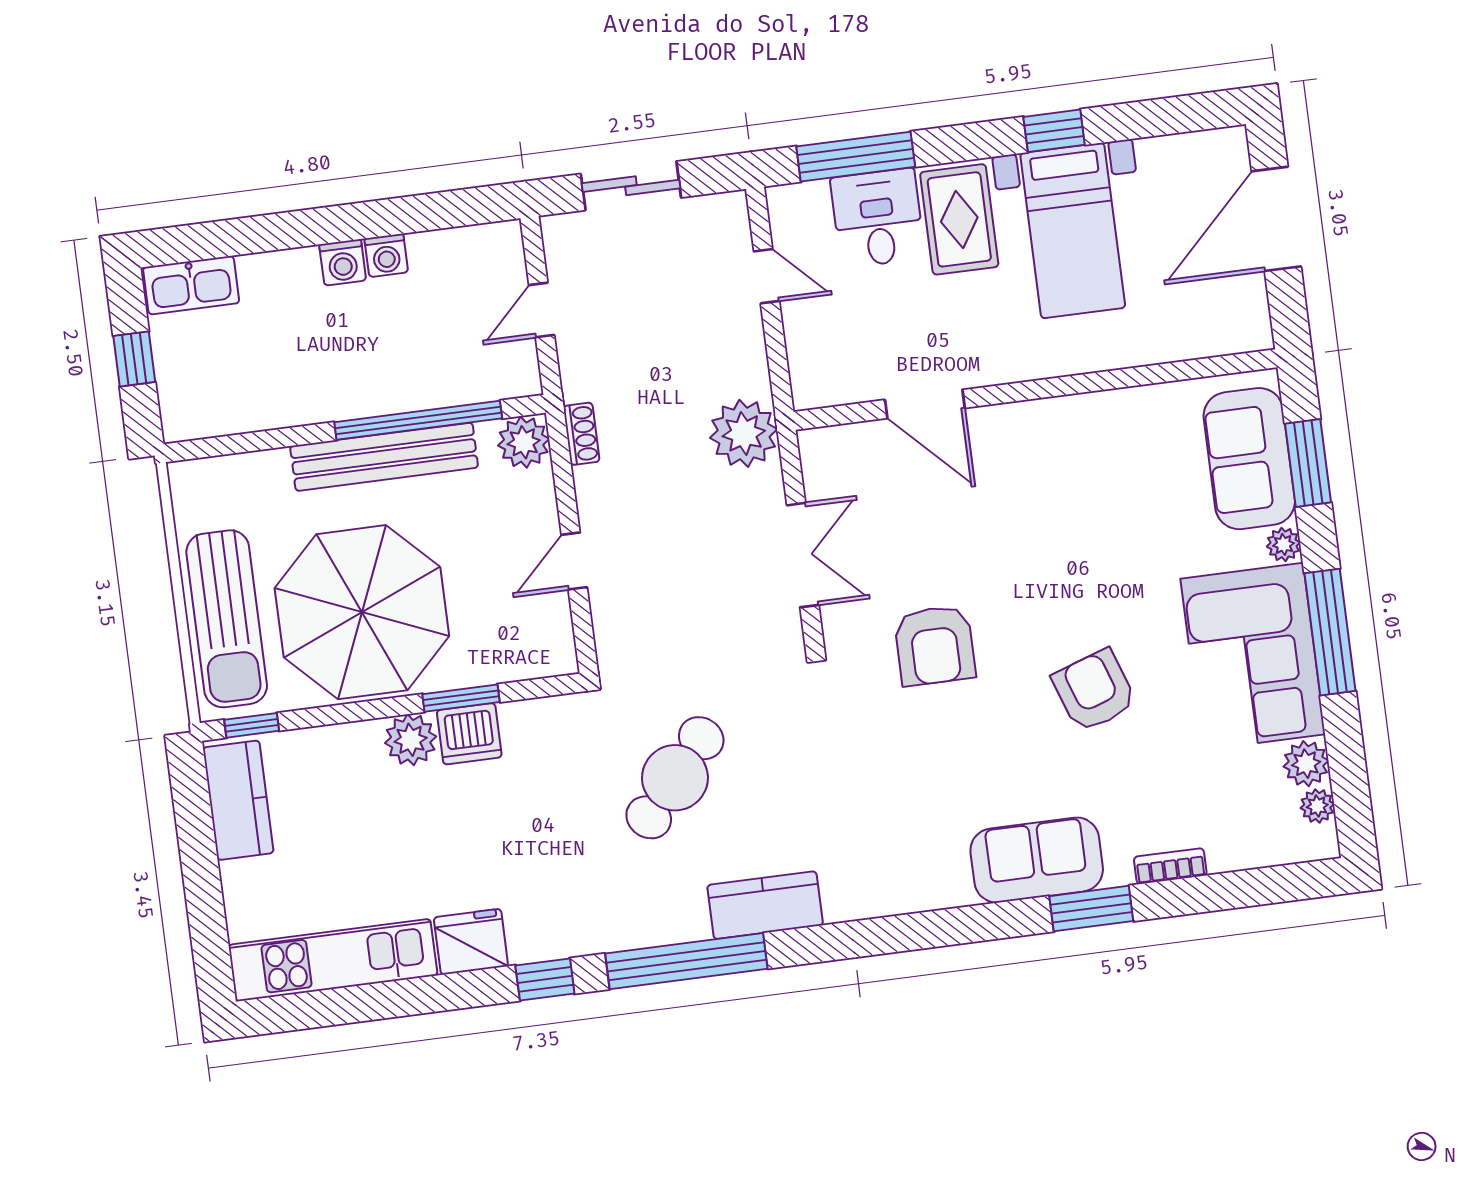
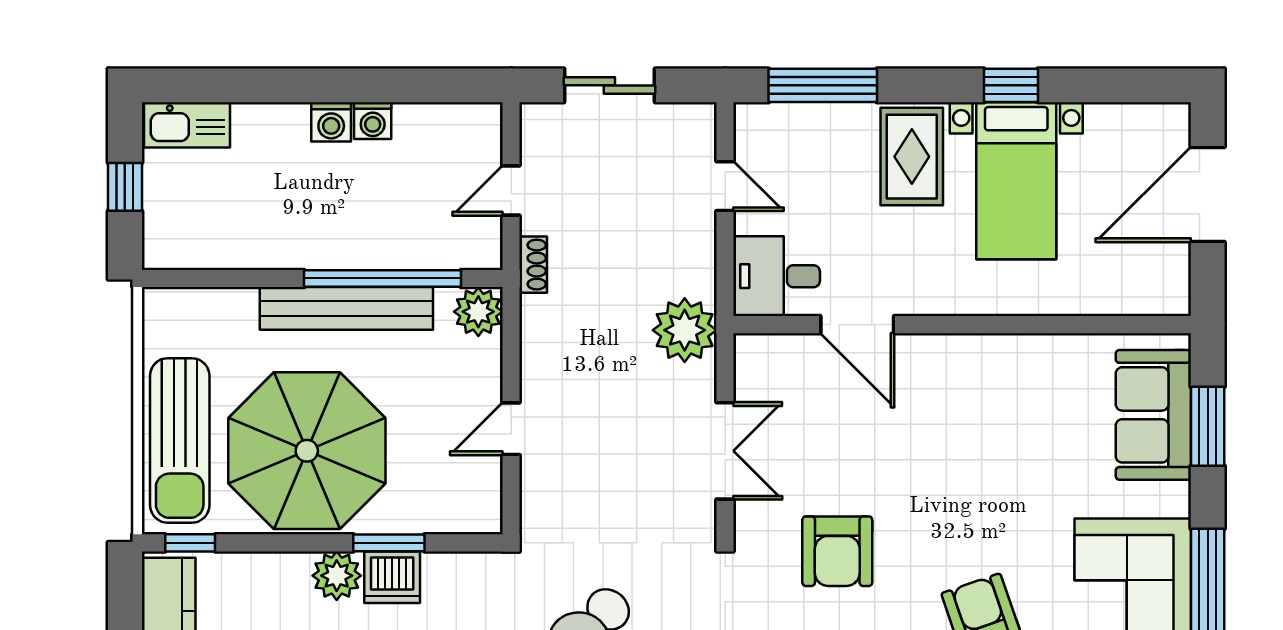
desk: (878, 218) -> (777, 276), moved, turned -90
shoe rack: (581, 434) -> (533, 265), moved
plant: (1284, 544) -> (1175, 499), removed

